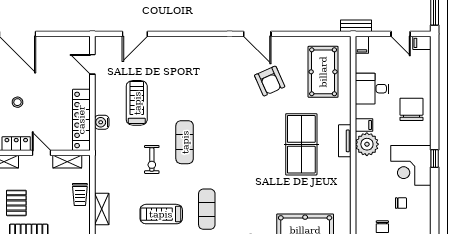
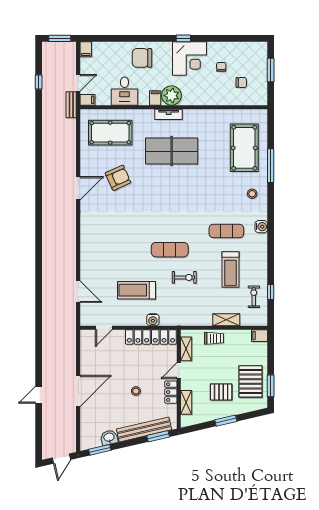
door: (401, 34) -> (78, 83), moved

